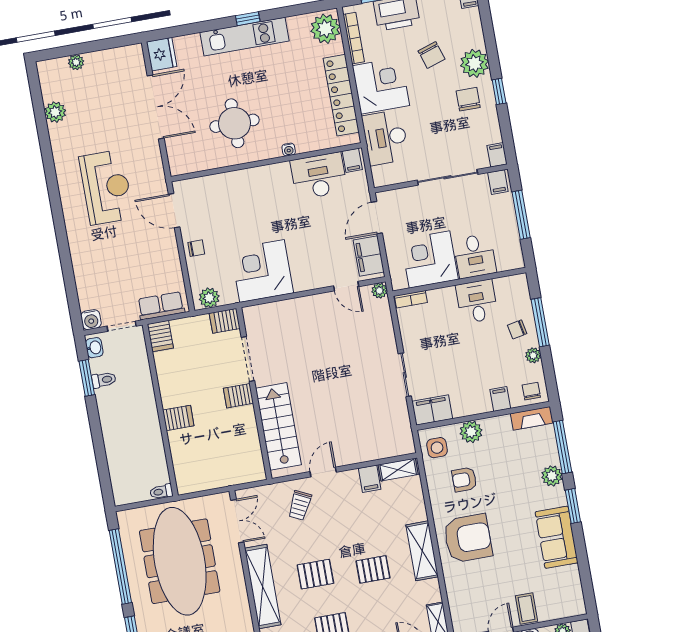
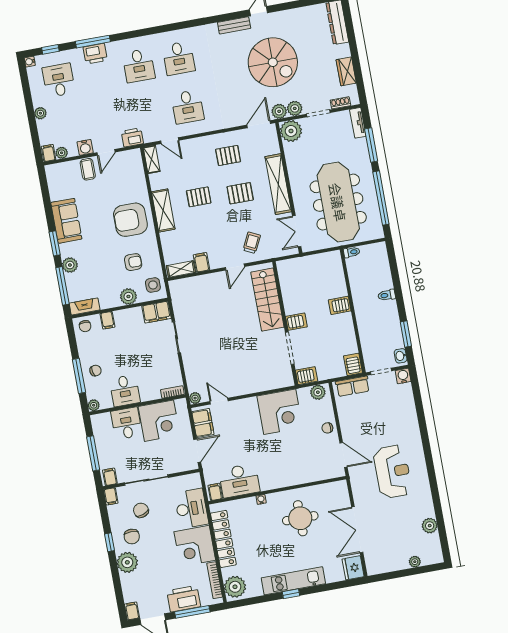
chair: (432, 55) -> (141, 510), moved
reception desk: (106, 187) -> (393, 472), turned 180
plant: (533, 355) -> (94, 405), moved
toilet: (104, 380) -> (387, 295), moved

